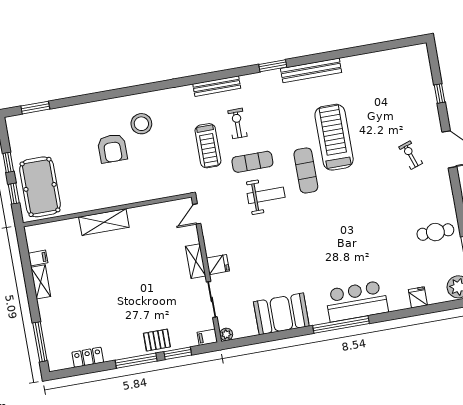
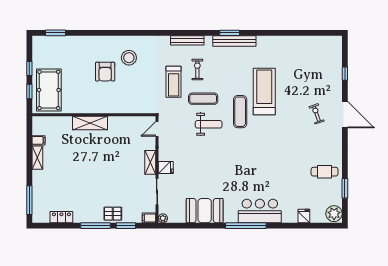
bench: (311, 70) -> (234, 41), moved

